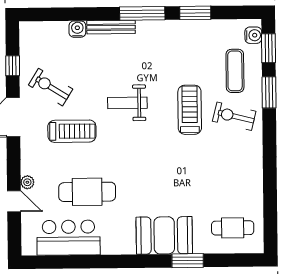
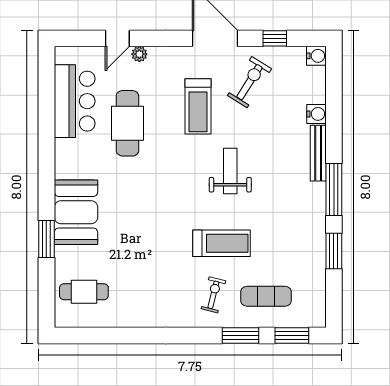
water cooler: (253, 35) -> (316, 56), moved, turned -90
exercise bike: (234, 116) -> (213, 295), width x0.73, depth x0.72
cafe table: (233, 228) -> (84, 292), turned 90

